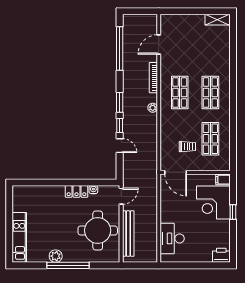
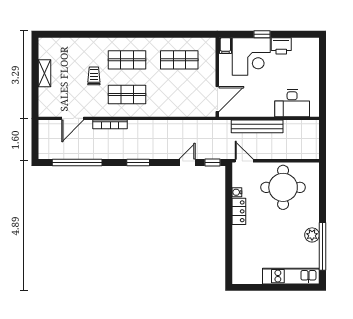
shelving: (217, 20) -> (44, 73), moved
door: (159, 45) -> (73, 118), hinge flipped
plant: (153, 108) -> (144, 125), removed
window: (120, 126) -> (213, 163), moved
trolley: (187, 147) -> (94, 76), moved
bench: (128, 234) -> (257, 126), moved
printer: (221, 255) -> (281, 46), moved, turned -90
window: (68, 265) -> (323, 246), moved

